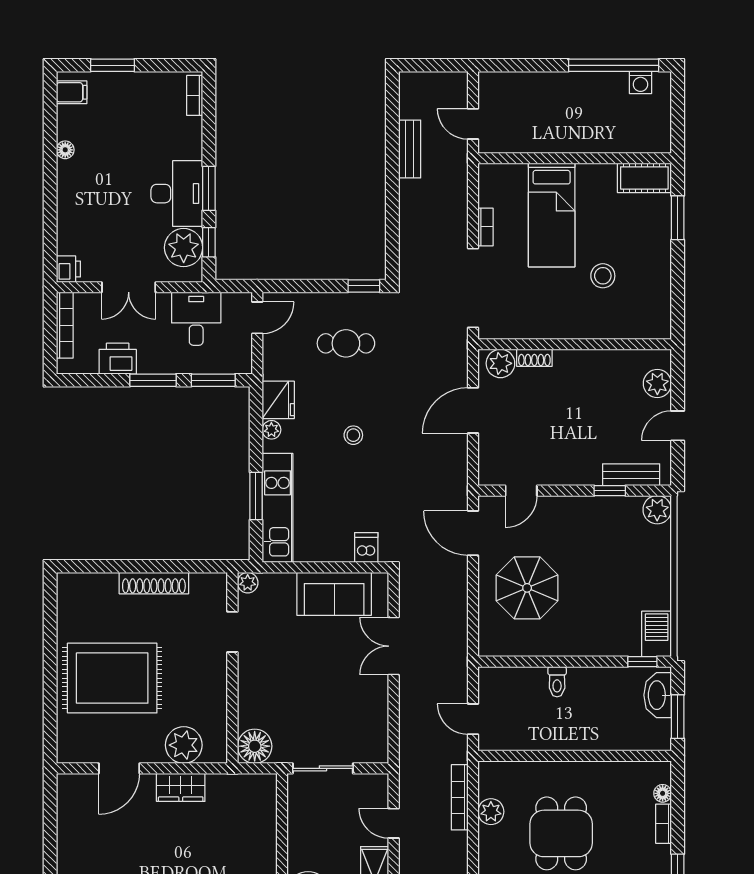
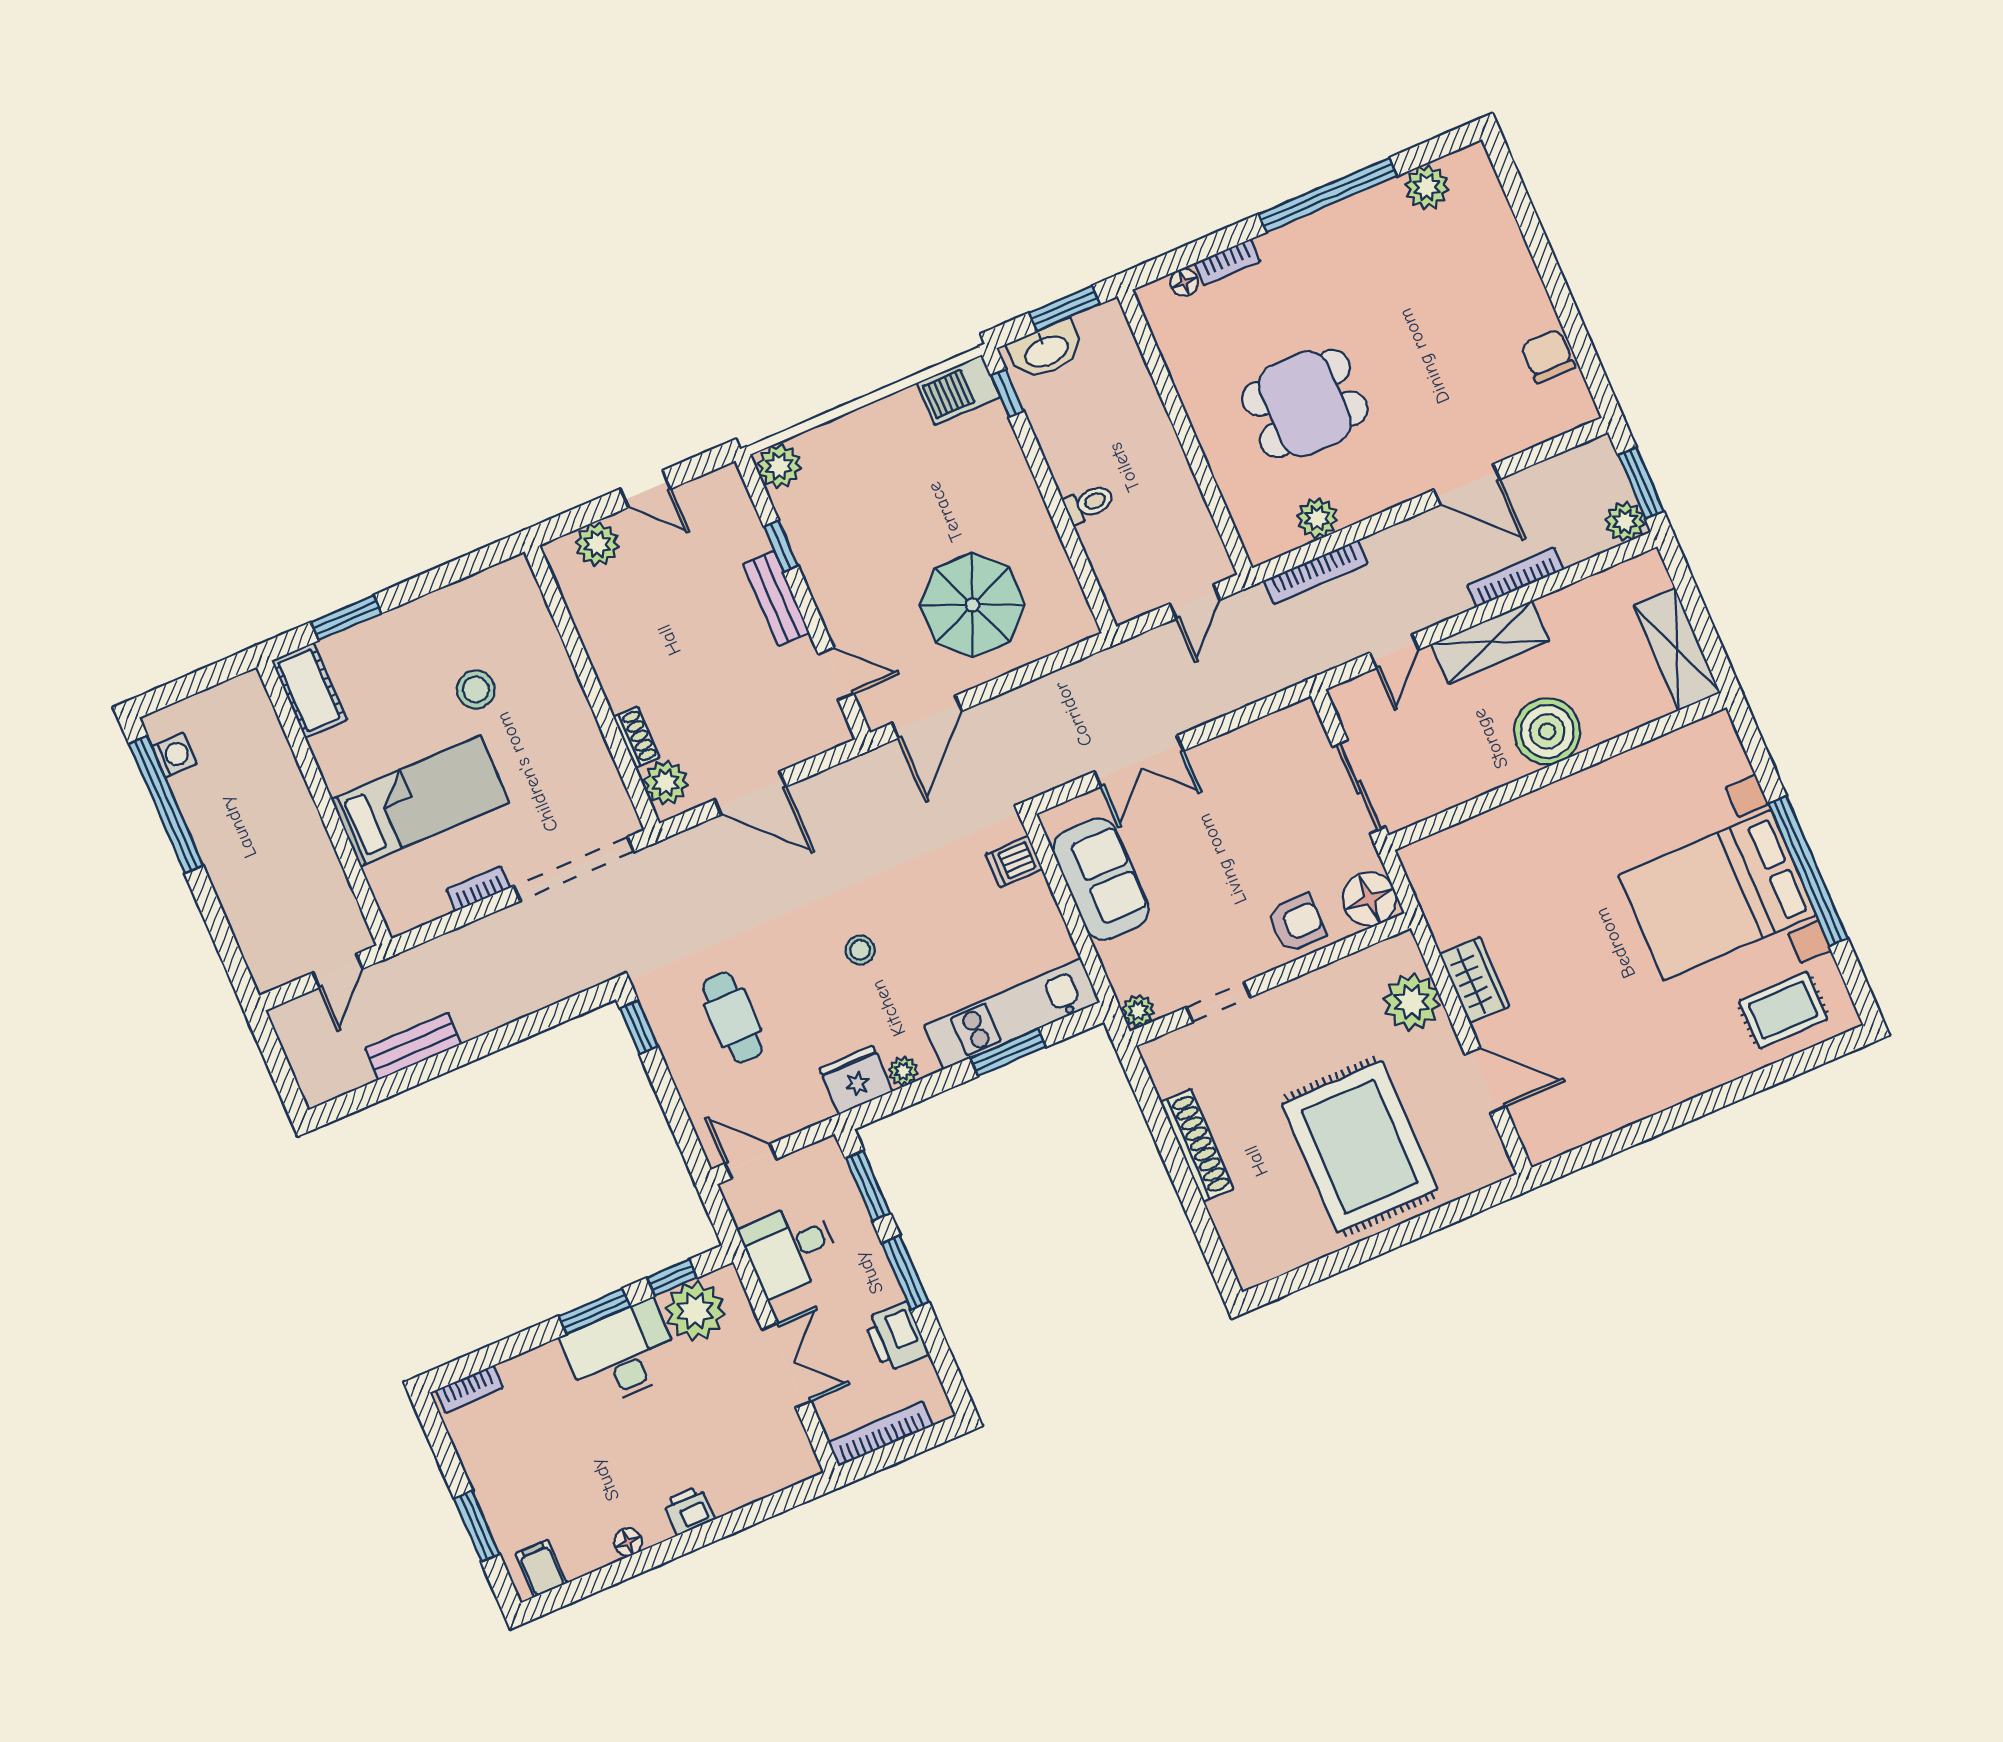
printer: (68, 269) -> (689, 1510), moved
bench: (631, 475) -> (776, 598), moved
armchair: (259, 697) -> (1297, 923), added

